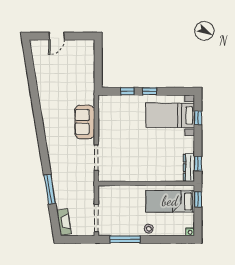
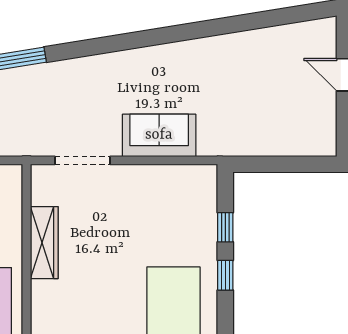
wardrobe: (134, 175) -> (44, 243), added

